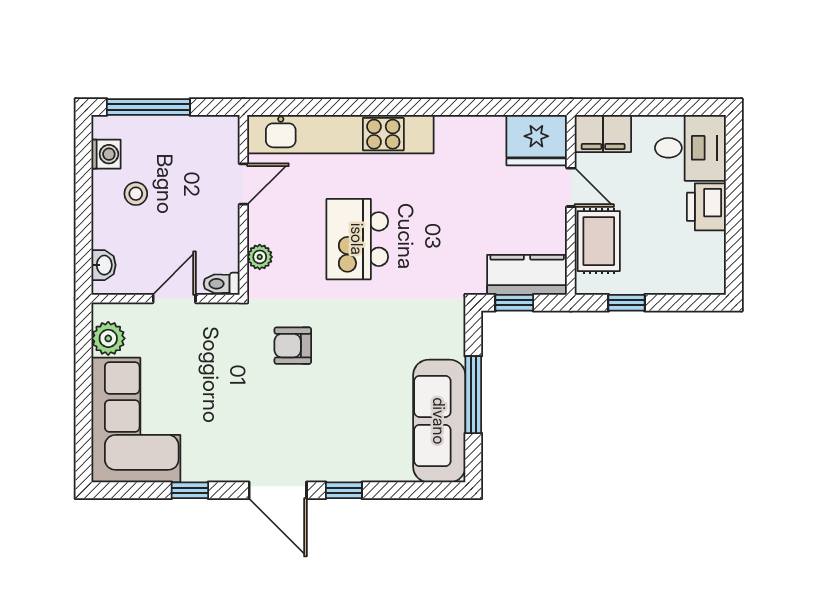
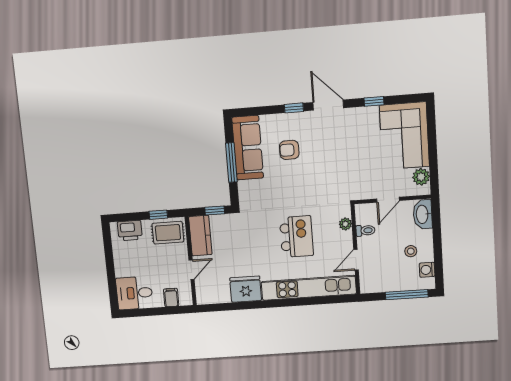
filing cabinet: (603, 134) -> (171, 298), width x0.50
fridge: (536, 140) -> (246, 289), moved
door: (571, 187) -> (192, 270), swing flipped
printer: (706, 207) -> (130, 231), moved, turned 90
rug: (599, 241) -> (168, 233), moved, turned 90
washbasin: (104, 265) -> (423, 214), width x1.91, depth x1.45
kitchen counter: (527, 275) -> (200, 236), moved, turned -90
toilet: (222, 284) -> (365, 230), moved
armchair: (293, 346) -> (289, 150), moved, turned 180

